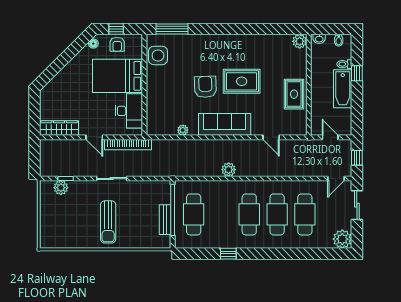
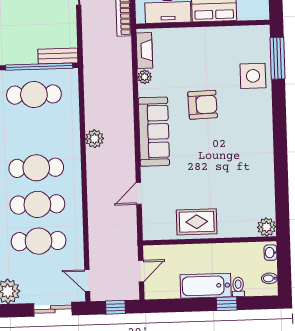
side table: (158, 55) -> (253, 76), moved
rug: (242, 81) -> (211, 152), removed
fireplace: (163, 130) -> (144, 50), added
bench: (165, 220) -> (58, 56), moved

